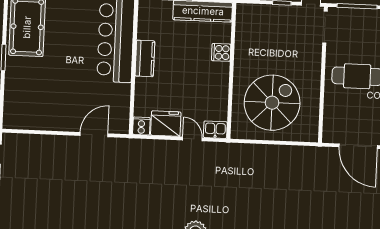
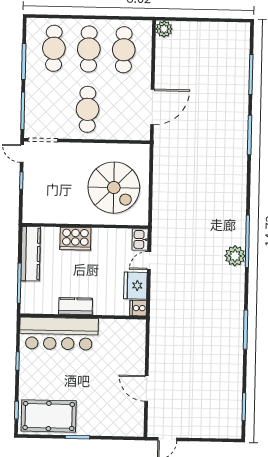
cooker: (221, 52) -> (75, 239), width x1.87, depth x1.31
spiral stairs: (272, 103) -> (114, 188), turned 180
door: (94, 135) -> (146, 388), moved

